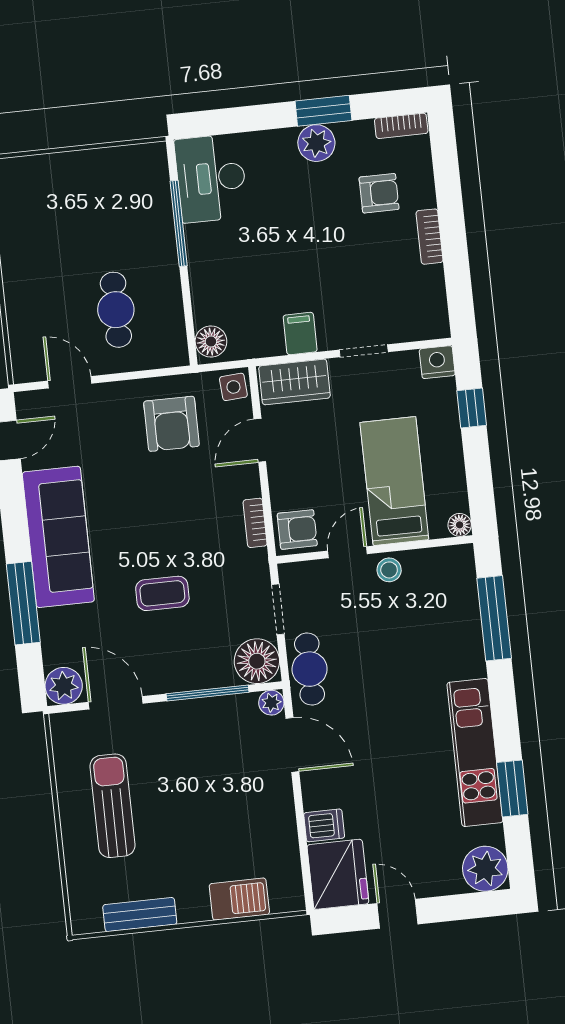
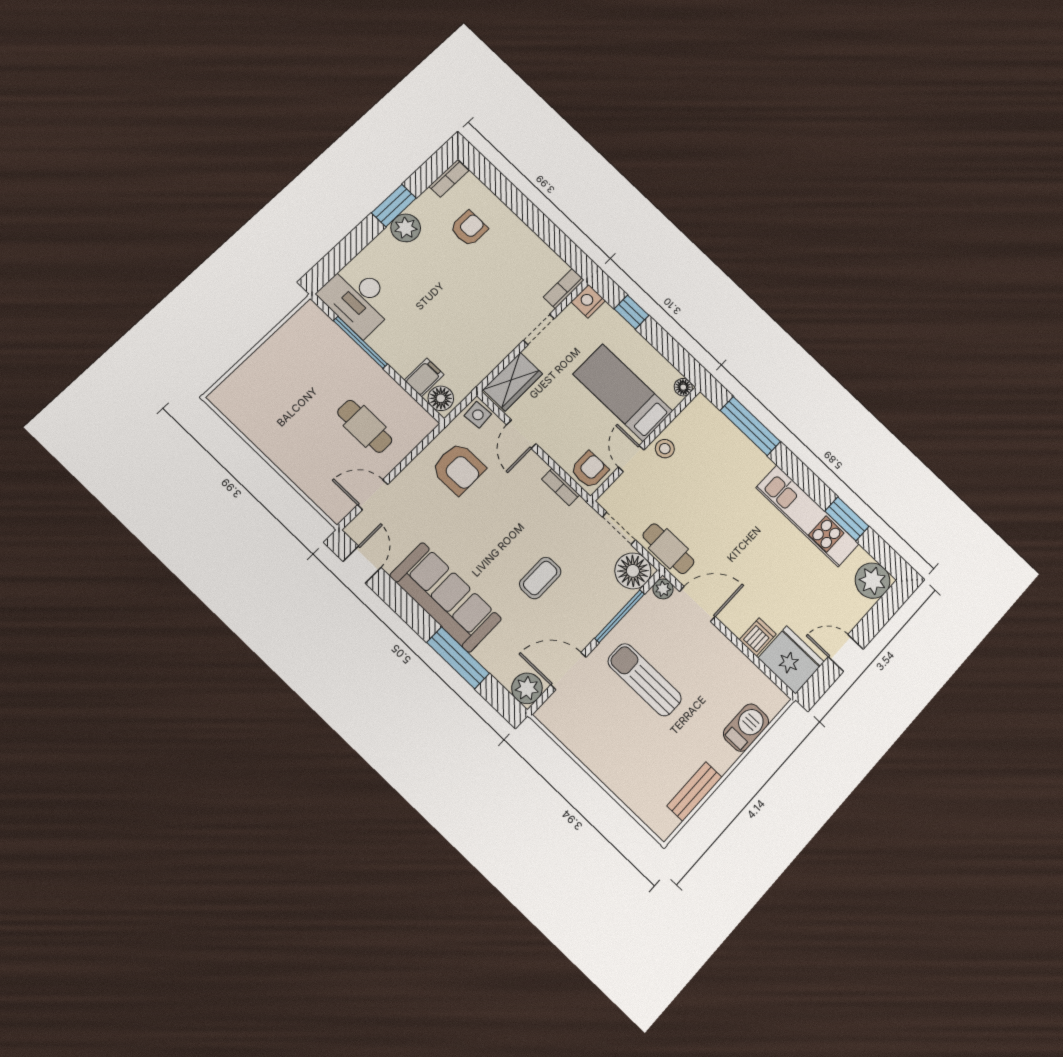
bookcase: (430, 237) -> (564, 289), moved, turned 90
filing cabinet: (300, 334) -> (424, 377), moved, turned 90
sun lounger: (113, 806) -> (645, 680), moved

